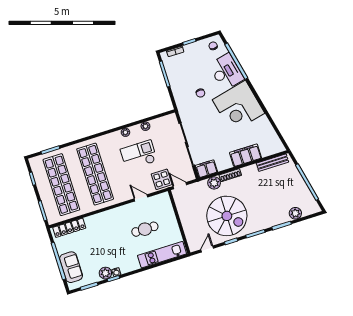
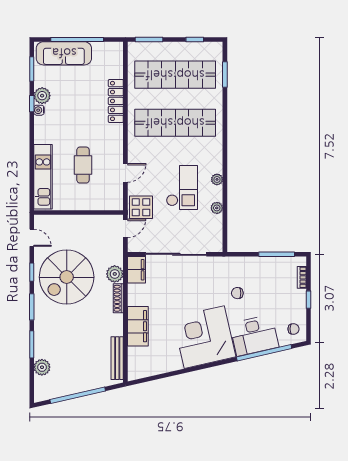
locker: (69, 228) -> (116, 101), moved
sofa: (71, 267) -> (64, 53), width x1.36

